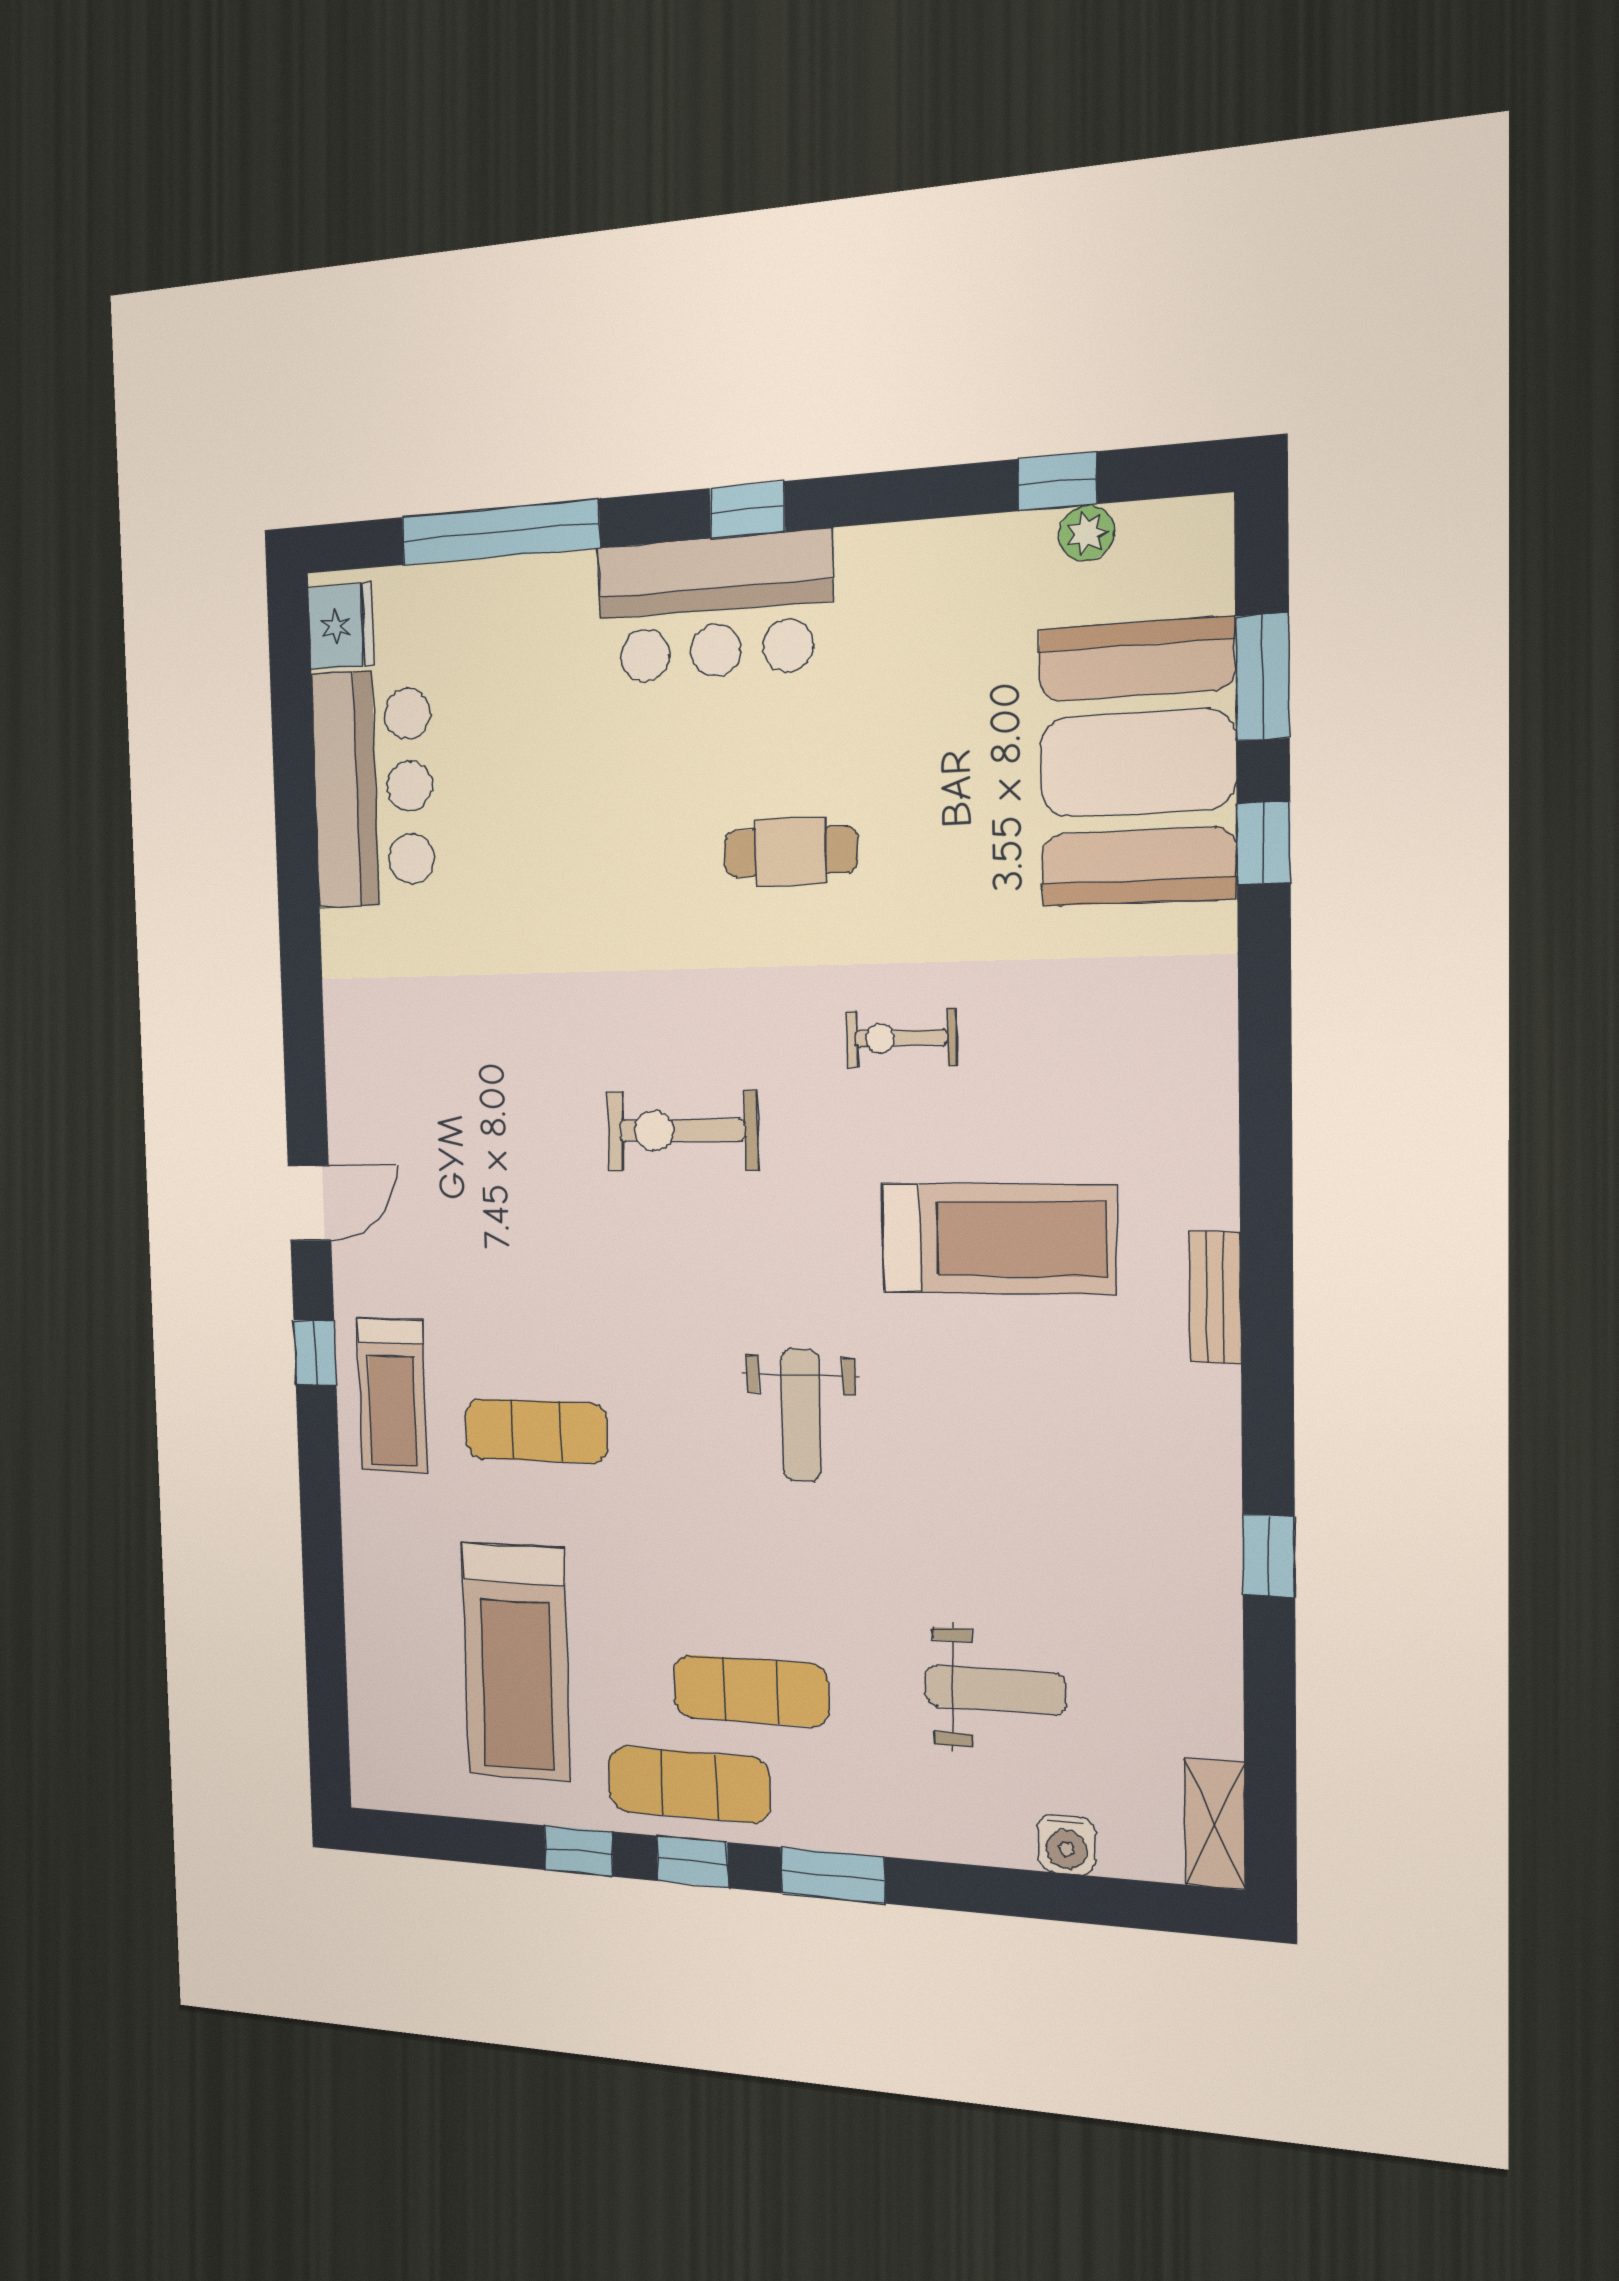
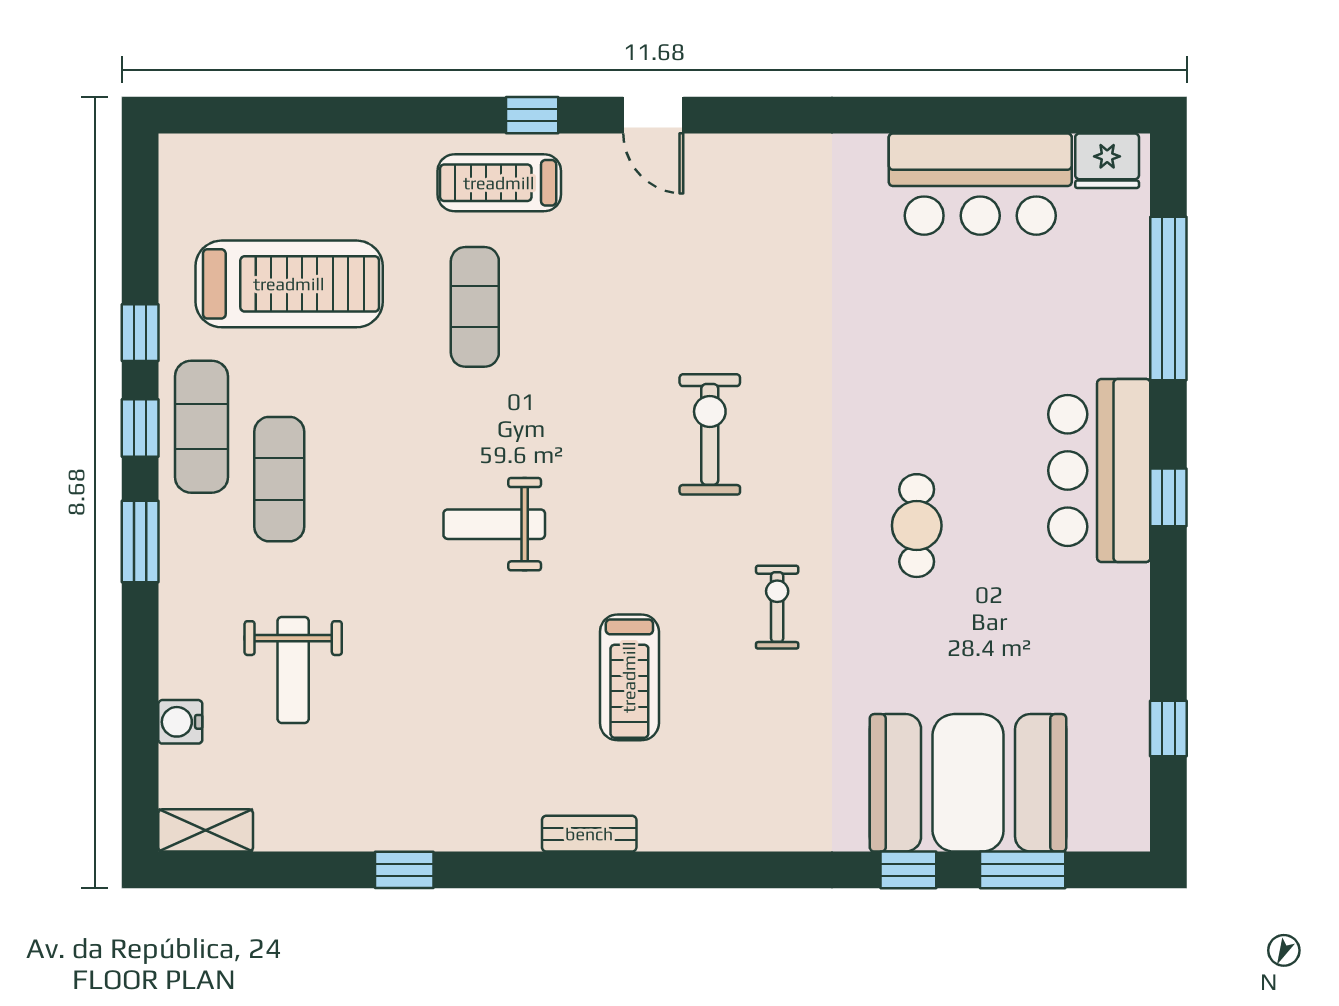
plant: (1087, 533) -> (1131, 749), removed
treadmill: (998, 1239) -> (629, 677), width x0.73, depth x0.73
treadmill: (516, 1662) -> (289, 284), turned 180

